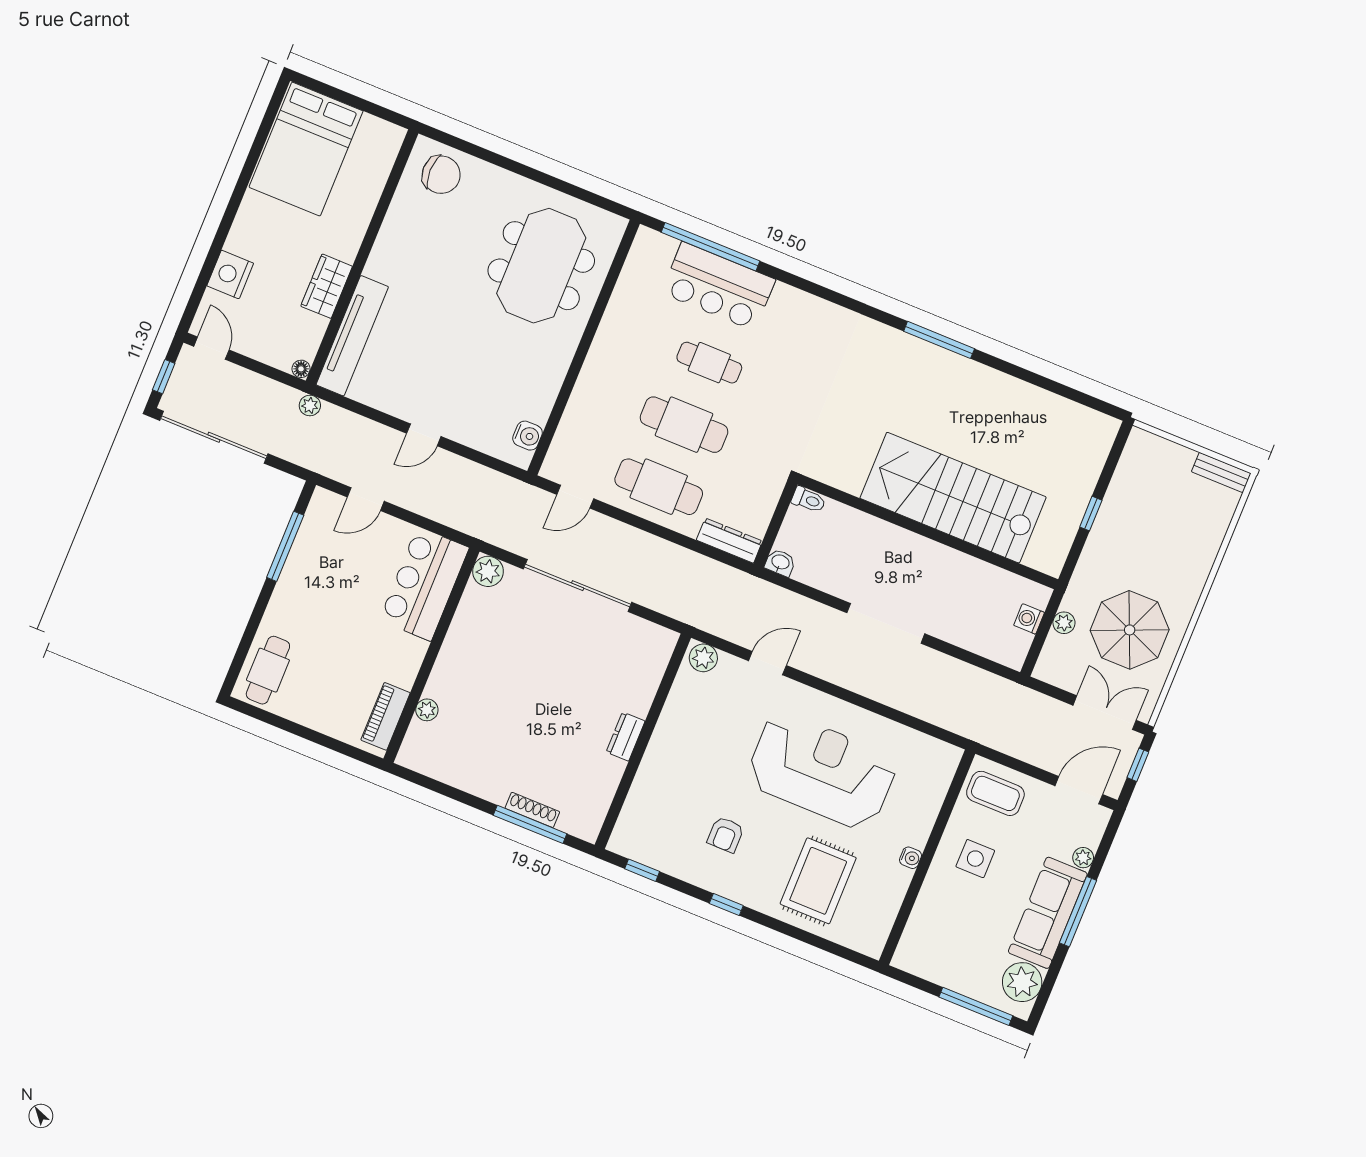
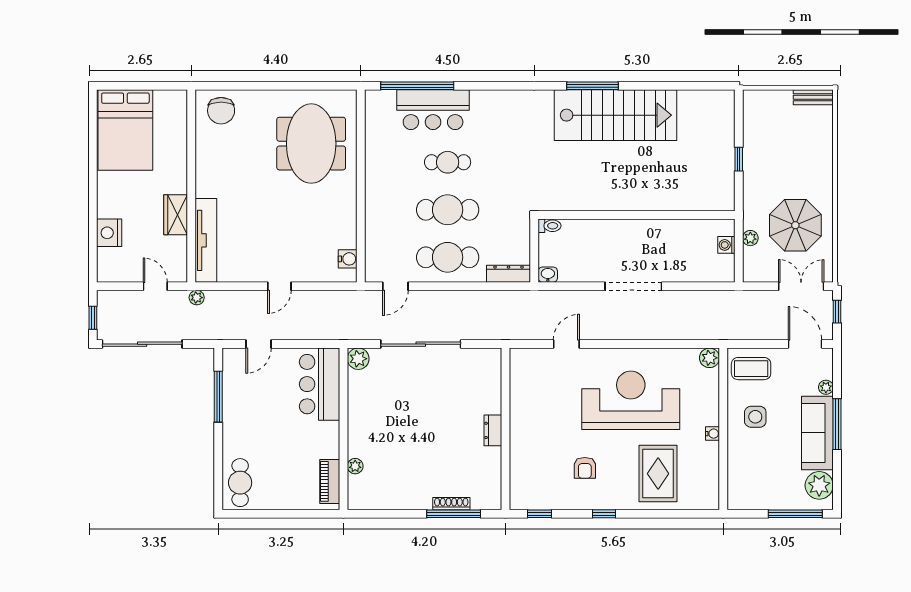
chair: (441, 175) -> (221, 111), turned 90
door: (211, 348) -> (155, 286), moved
floor lamp: (301, 369) -> (181, 276), removed
stairs: (953, 498) -> (615, 115), moved, turned 180
plant: (703, 658) -> (709, 358), moved
door: (1079, 790) -> (805, 344), hinge flipped

